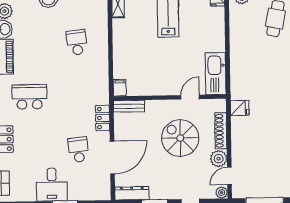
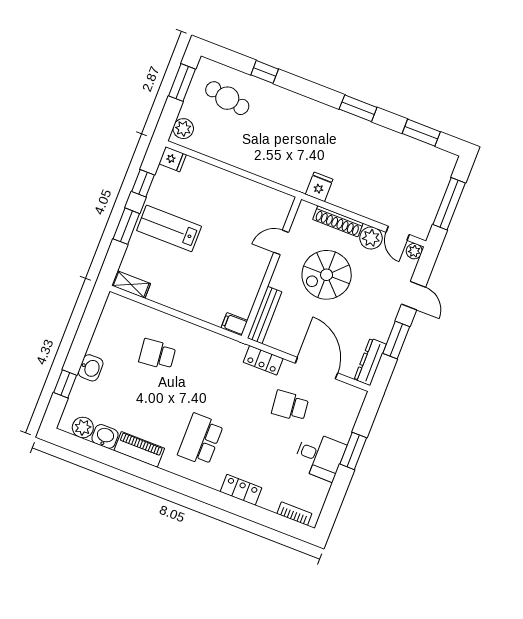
kitchen sink: (216, 74) -> (265, 199), removed
door: (190, 97) -> (281, 242), hinge flipped
bench: (129, 106) -> (265, 315), width x1.36

